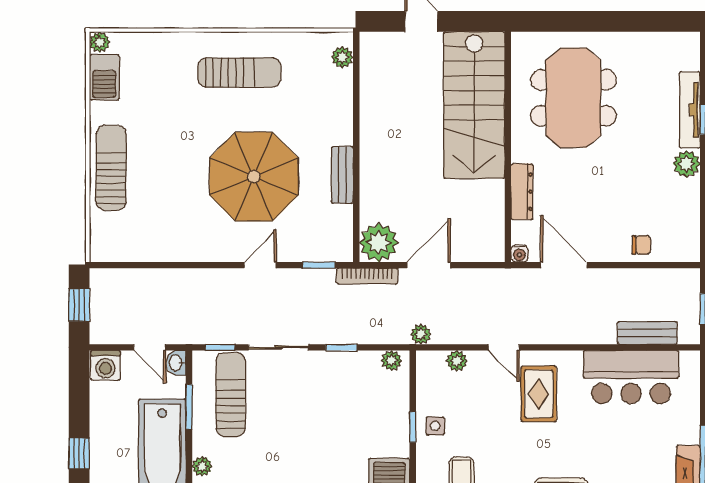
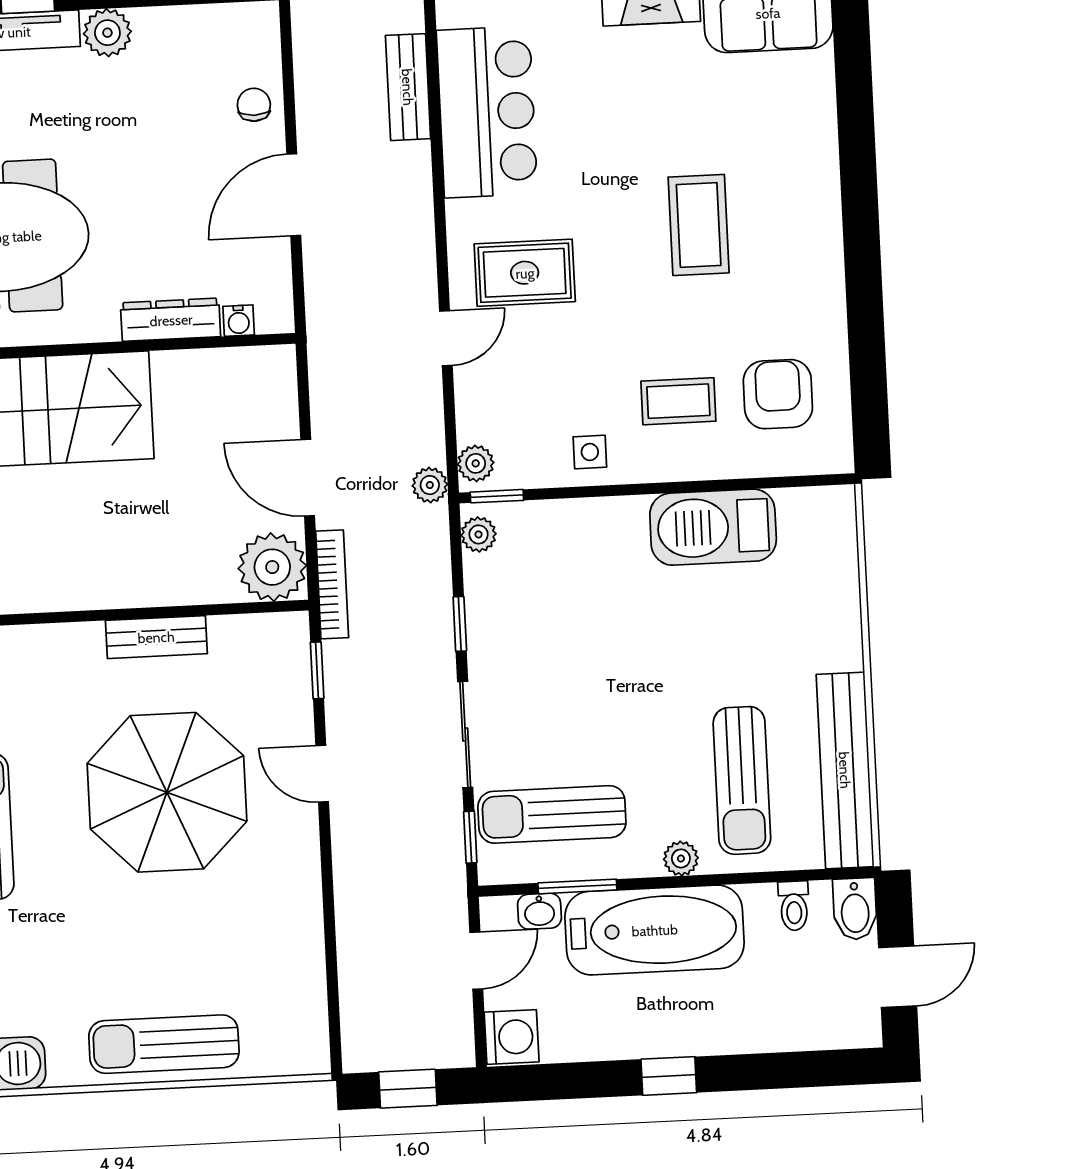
water cooler: (519, 253) -> (239, 321), moved, turned 90
door: (564, 265) -> (294, 195), moved
plant: (457, 361) -> (476, 463), moved
washbasin: (176, 363) -> (539, 911), moved
window: (413, 427) -> (497, 496), moved

